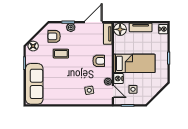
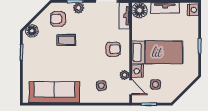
sofa: (34, 84) -> (54, 92), moved, turned -90

